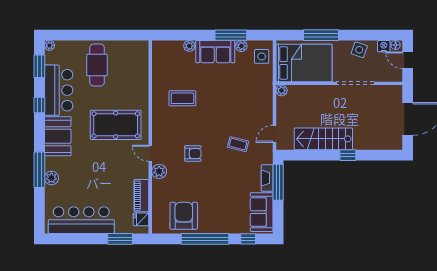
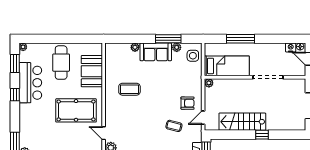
side table: (359, 50) -> (271, 50), removed
bed: (304, 63) -> (227, 66), width x0.67
booth: (58, 136) -> (92, 71), moved
armchair: (193, 153) -> (188, 103), moved

